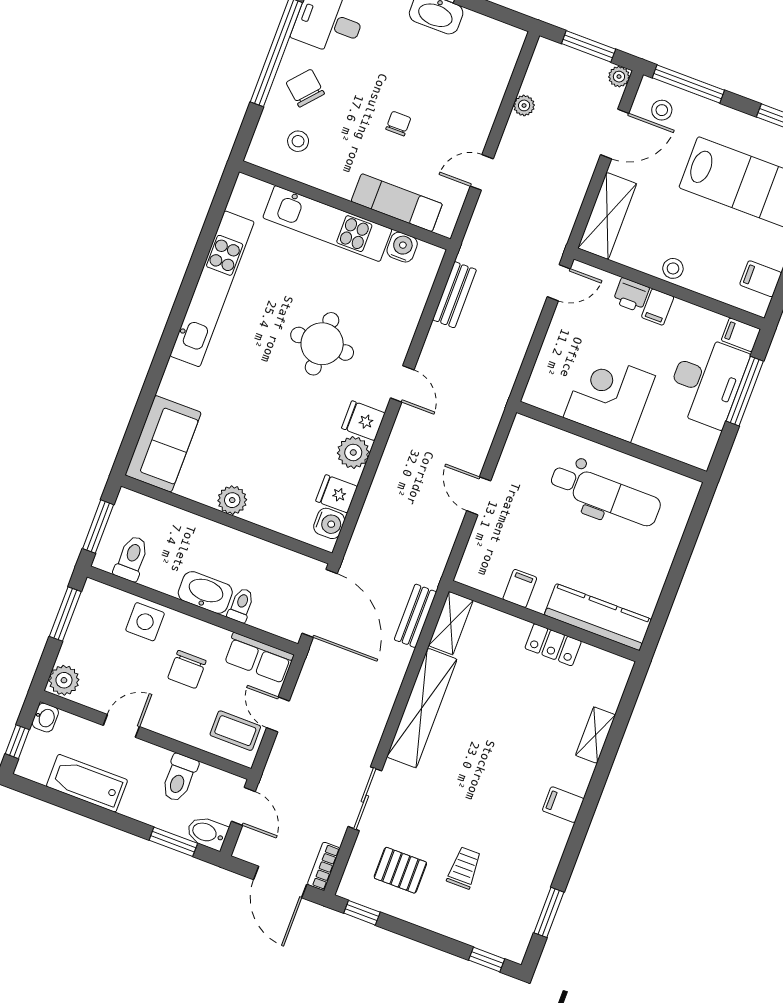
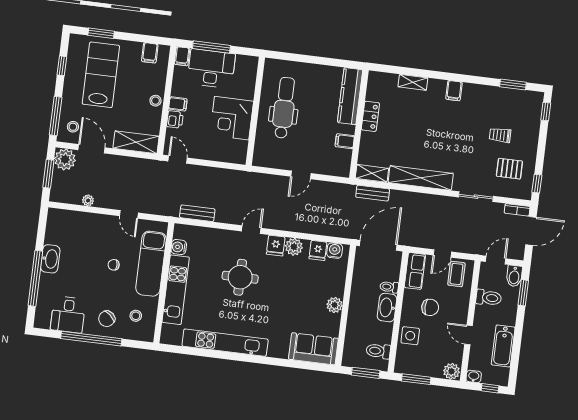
plant: (619, 77) -> (65, 159), width x1.88, depth x1.88
exam couch: (397, 203) -> (151, 264), width x1.36, depth x1.45
pallet: (400, 870) -> (509, 169), turned 90

